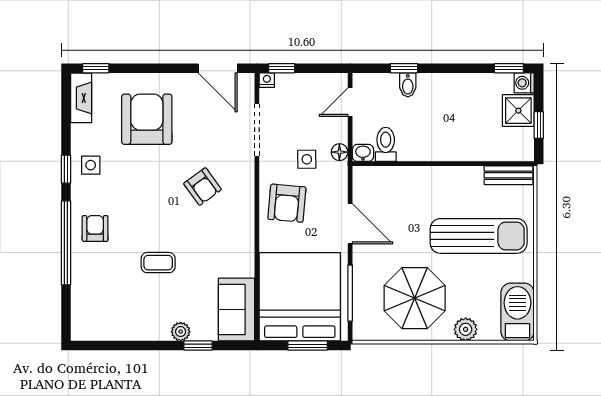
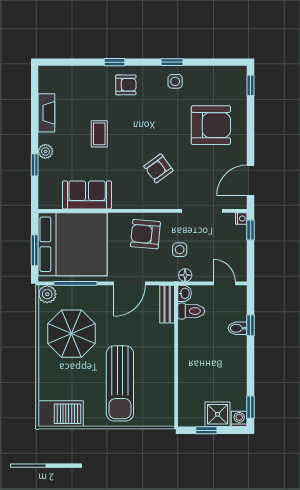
fireplace: (81, 98) -> (46, 113), moved, turned -90
bench: (509, 175) -> (167, 304), moved
window: (66, 243) -> (114, 62), width x0.32
sofa: (236, 310) -> (87, 195), moved
plant: (466, 329) -> (47, 294), moved

